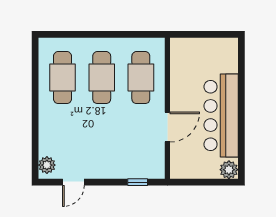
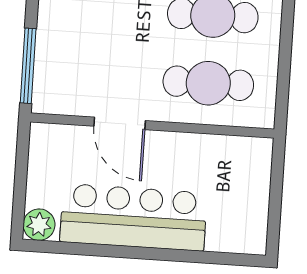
window: (138, 182) -> (28, 66), width x2.17

